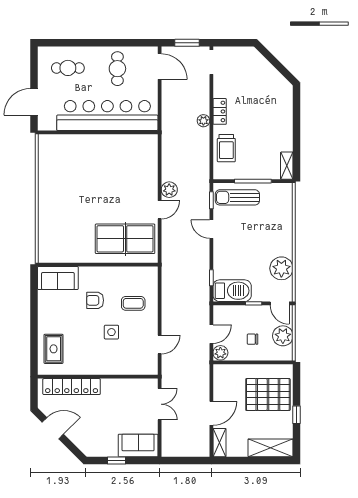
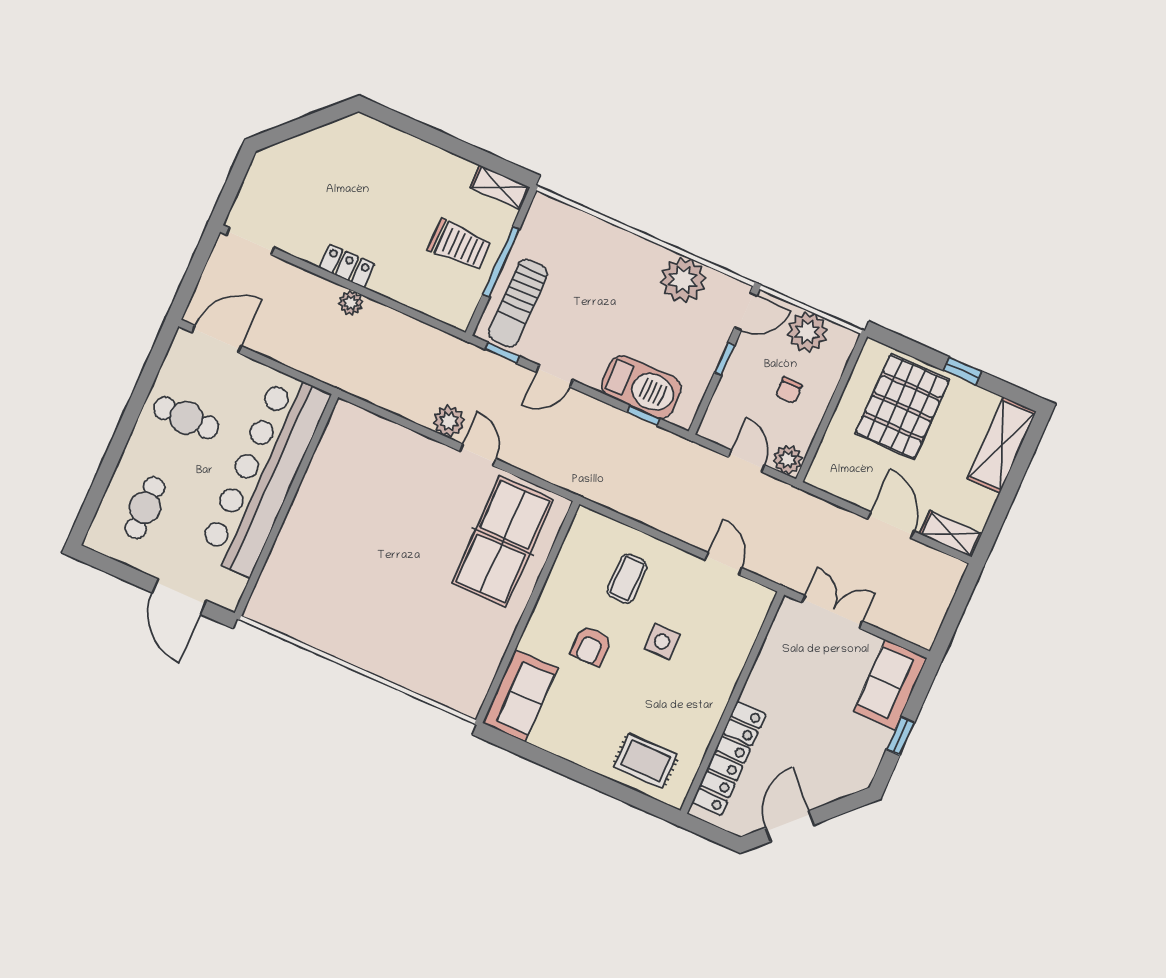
window: (187, 43) -> (195, 270), removed
trolley: (226, 148) -> (460, 245), moved
barbecue: (232, 291) -> (642, 387), moved, turned 90

